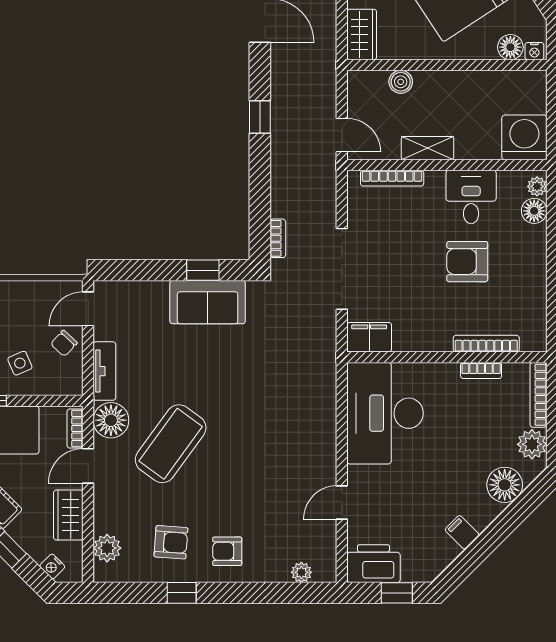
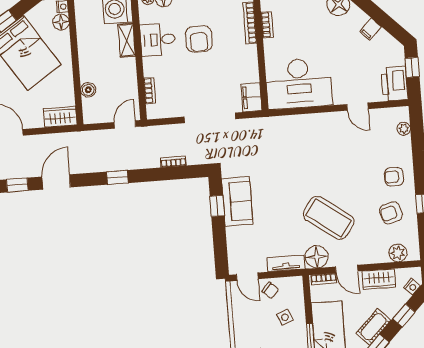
shelving: (428, 148) -> (127, 40), moved
bookcase: (392, 178) -> (150, 91), width x0.64
bookcase: (278, 238) -> (173, 162), moved
armchair: (171, 542) -> (391, 213), turned -109
armchair: (227, 551) -> (394, 177), turned 90

